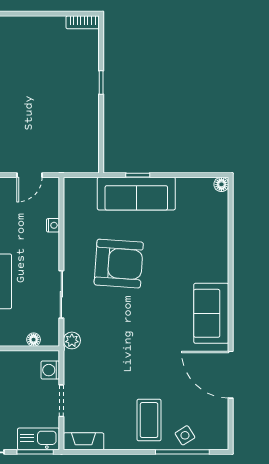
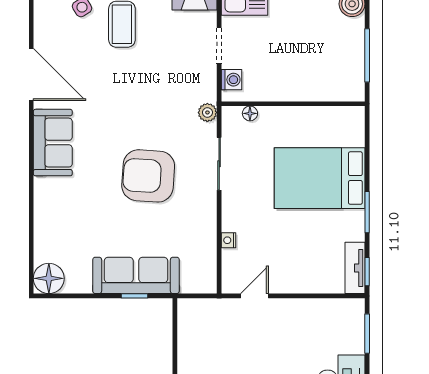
floor lamp: (221, 184) -> (49, 278), width x1.89, depth x1.89
armchair: (119, 264) -> (148, 176), moved

